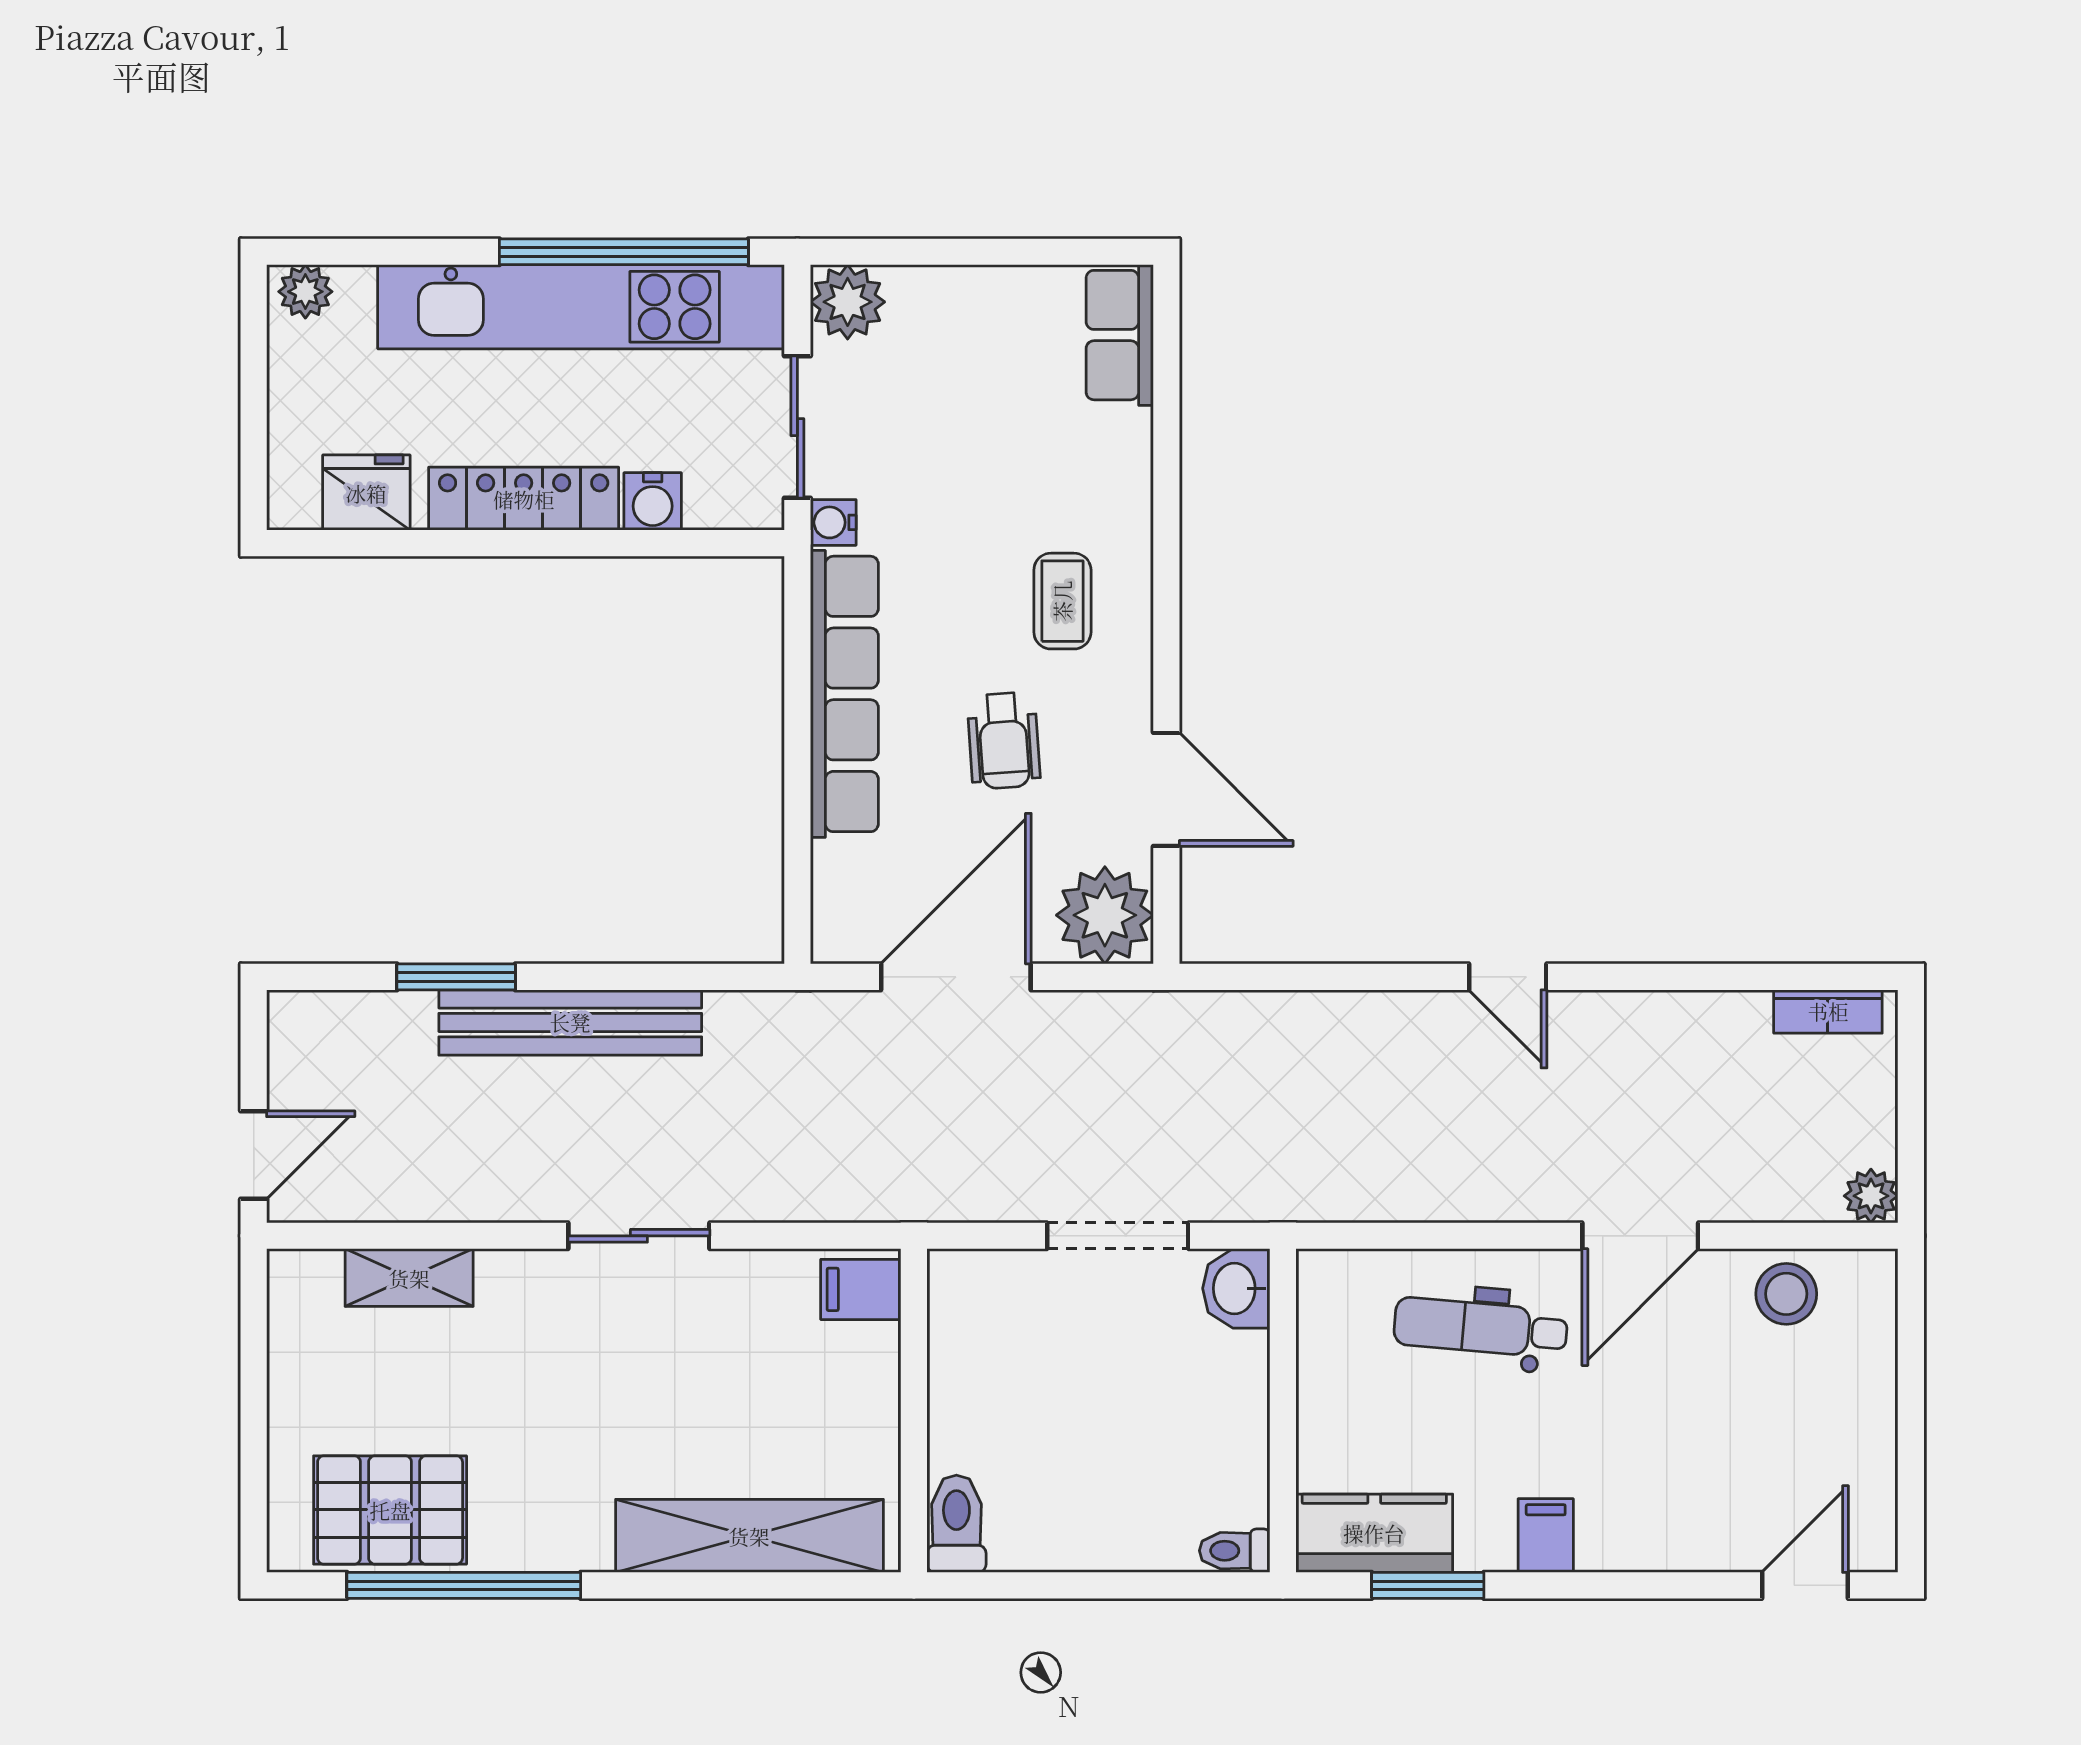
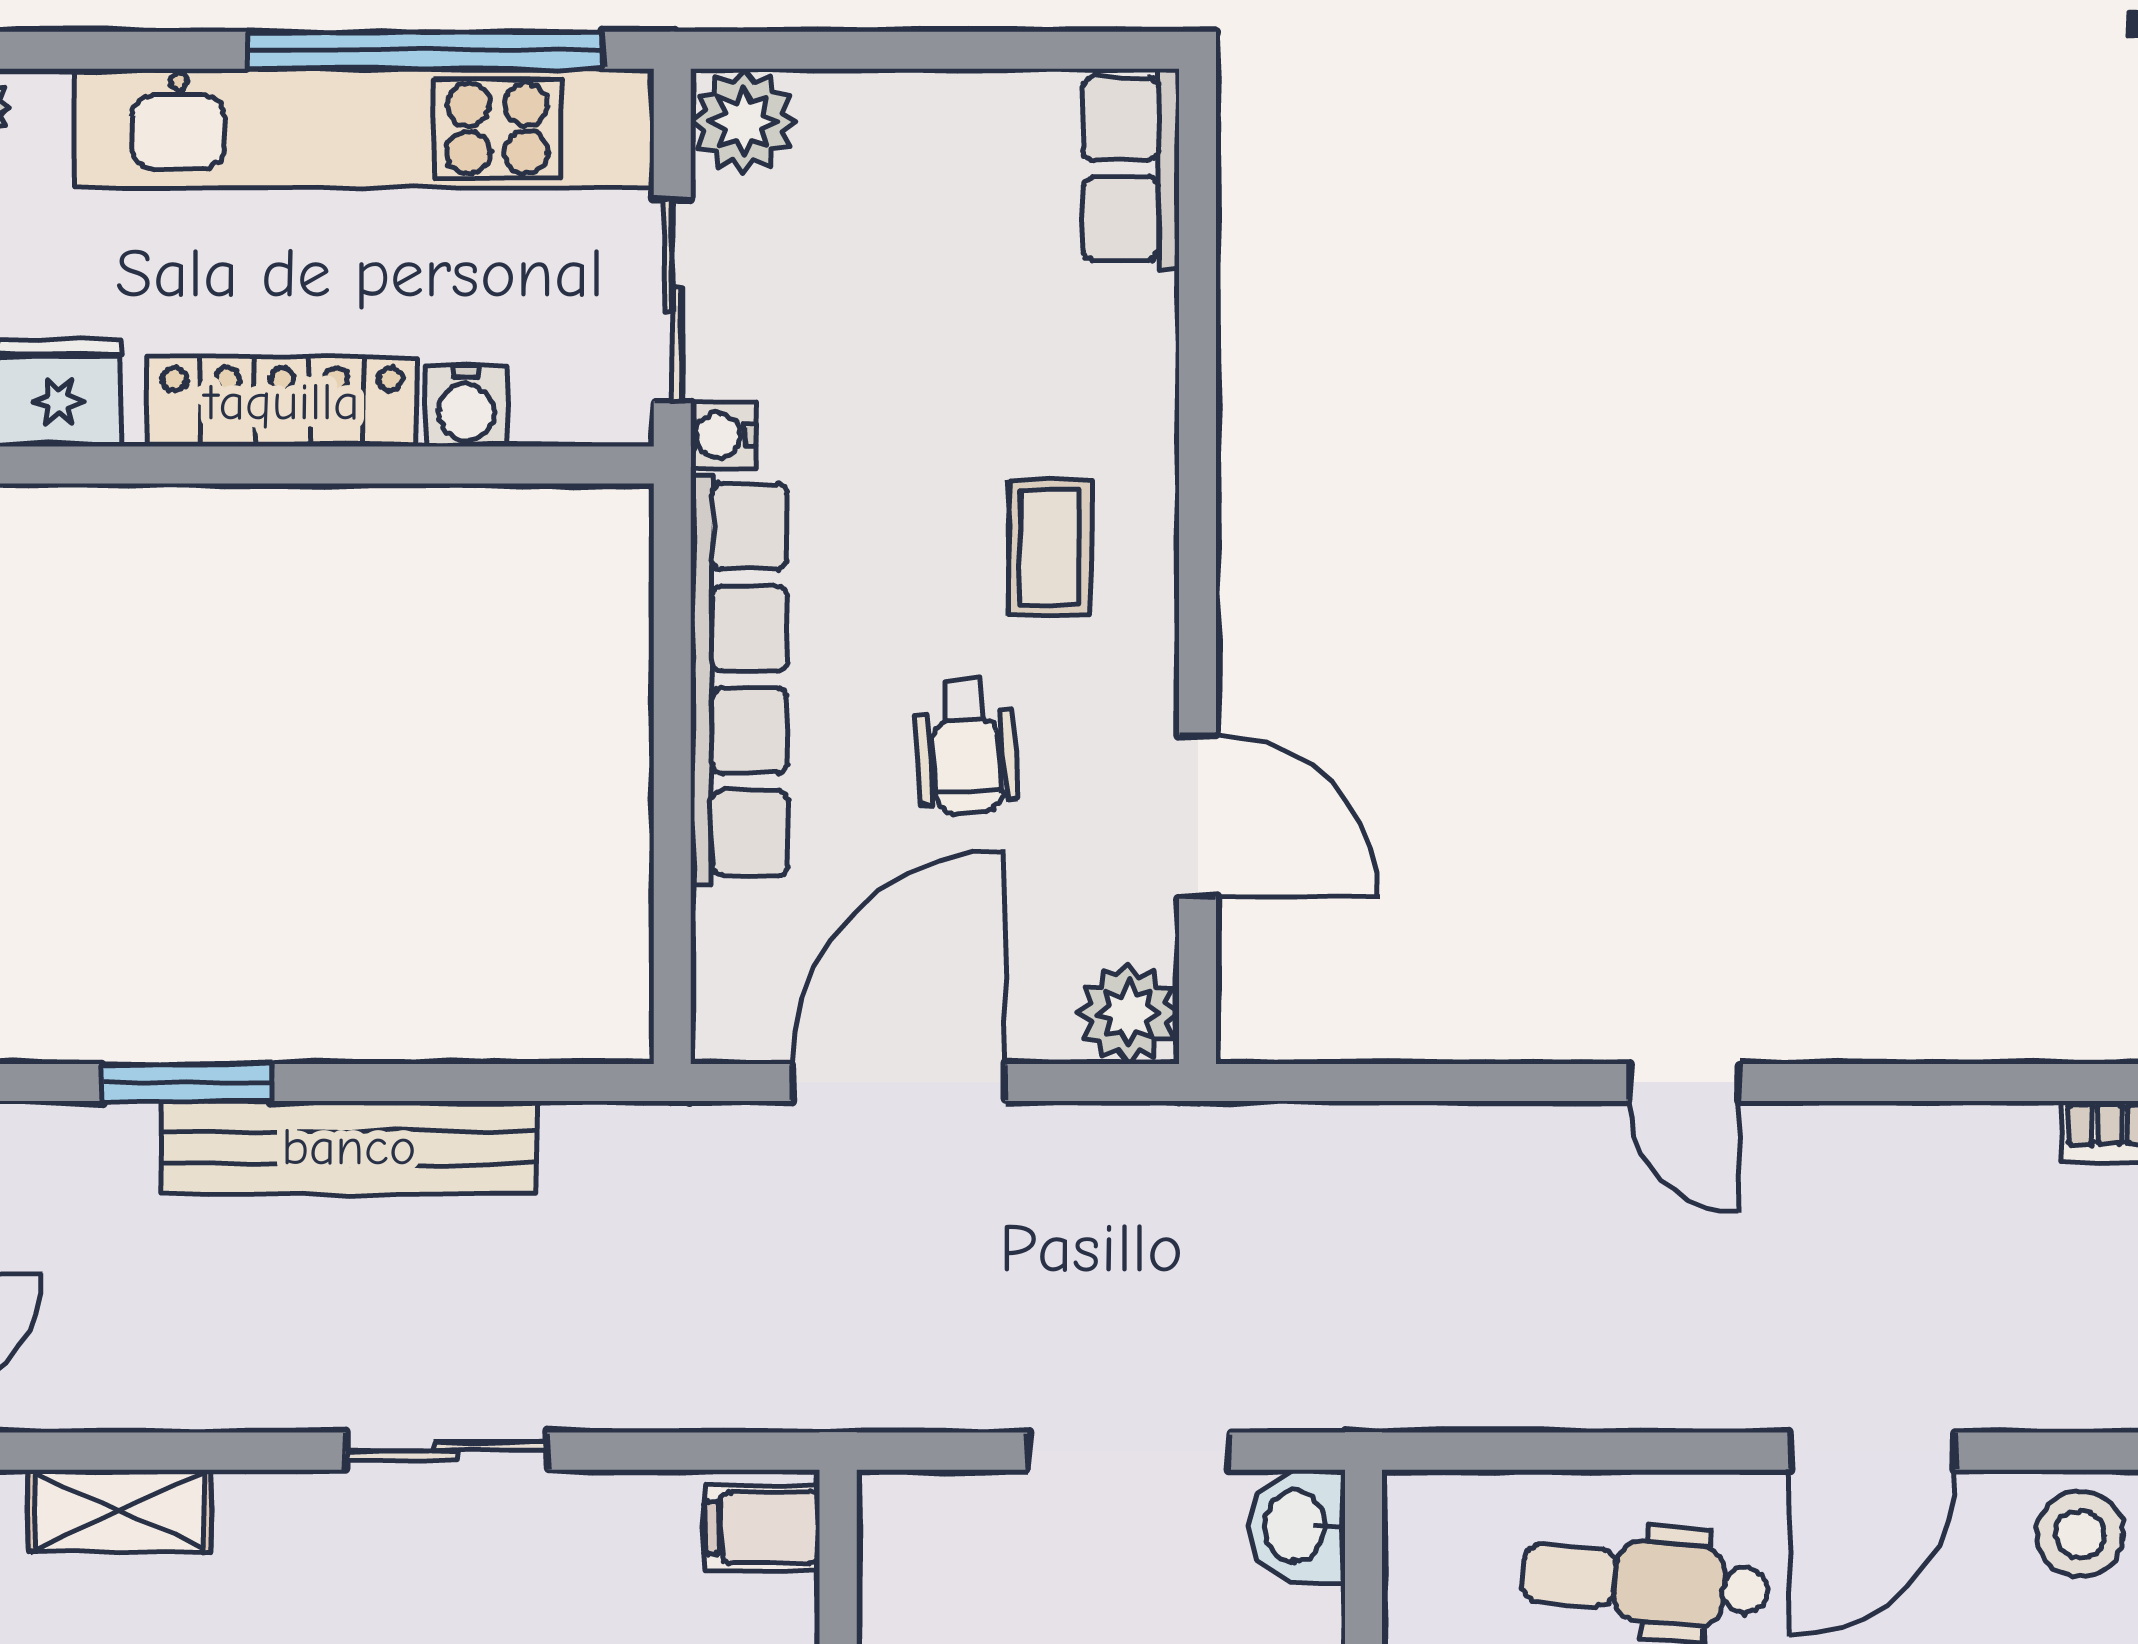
plant: (1105, 915) -> (1128, 1013), width x0.73, depth x0.73

